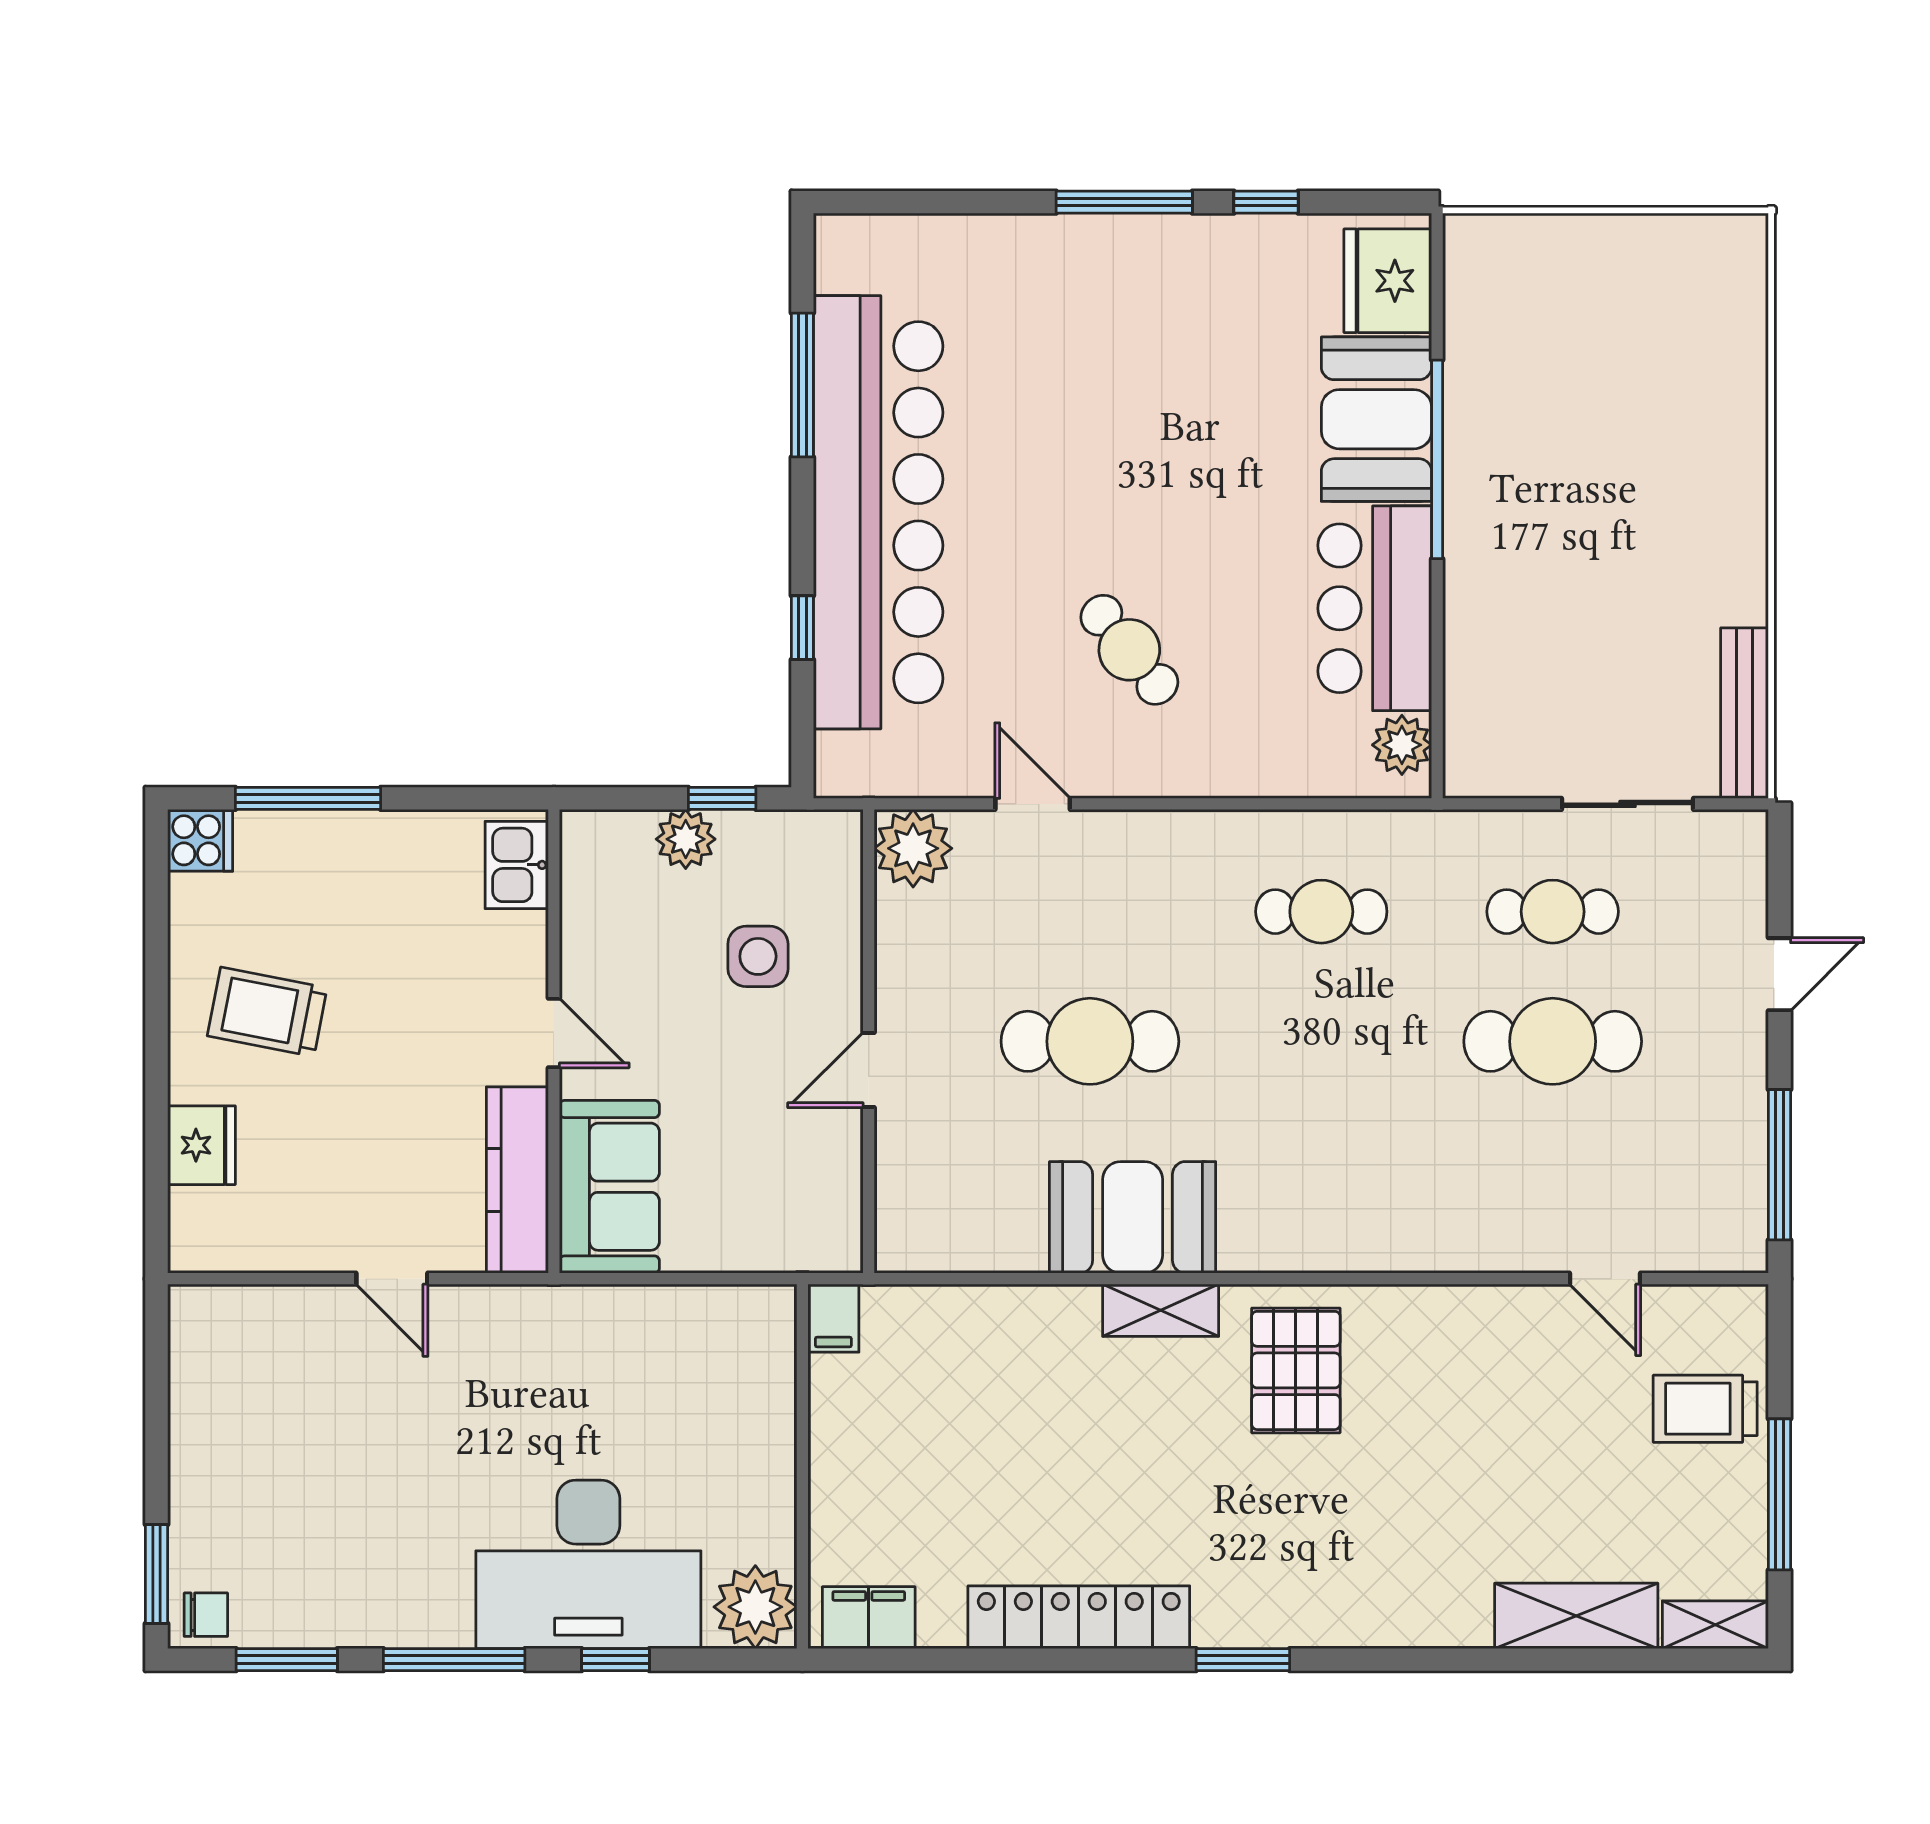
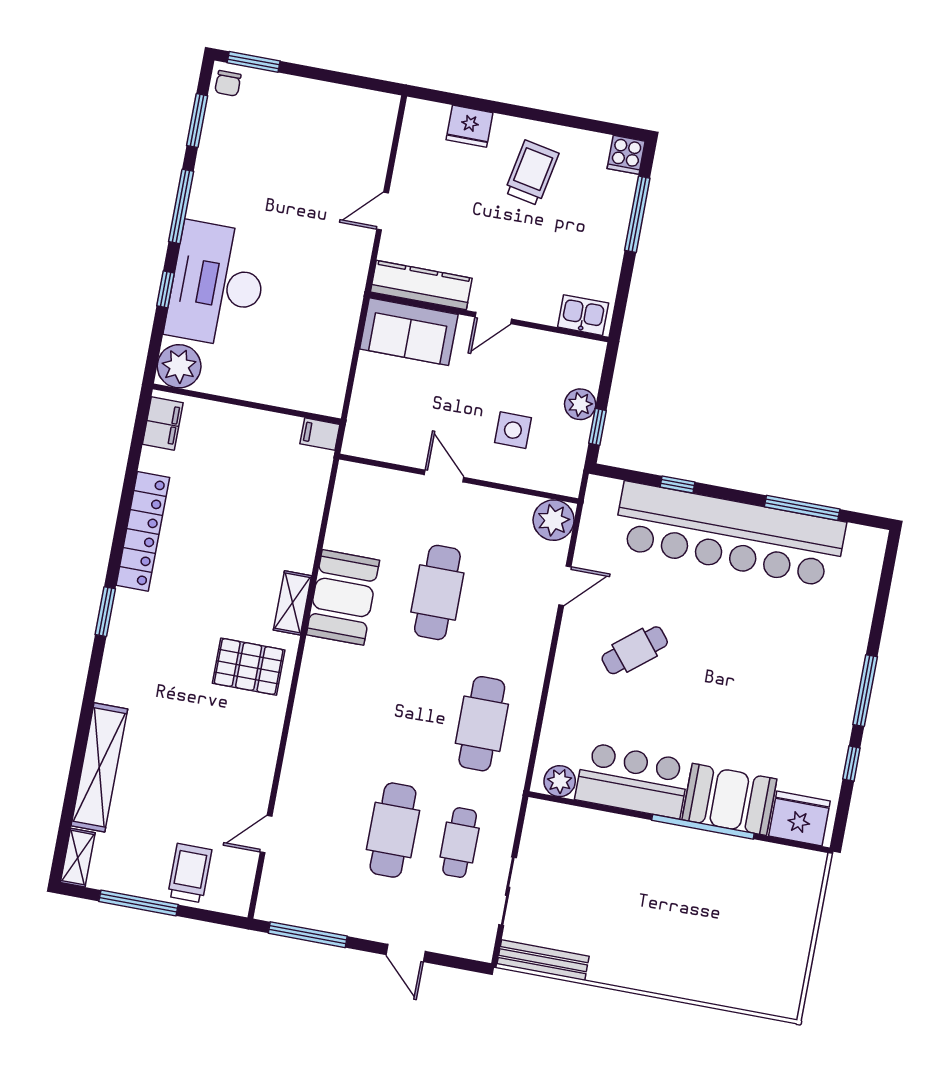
cafe table: (1321, 912) -> (482, 724), width x1.37, depth x1.35
shelving: (1576, 1616) -> (99, 767), width x1.47

